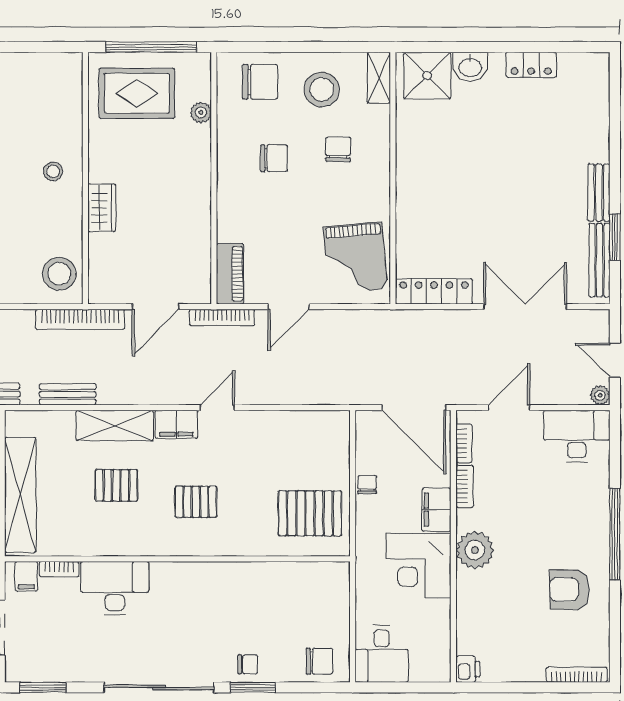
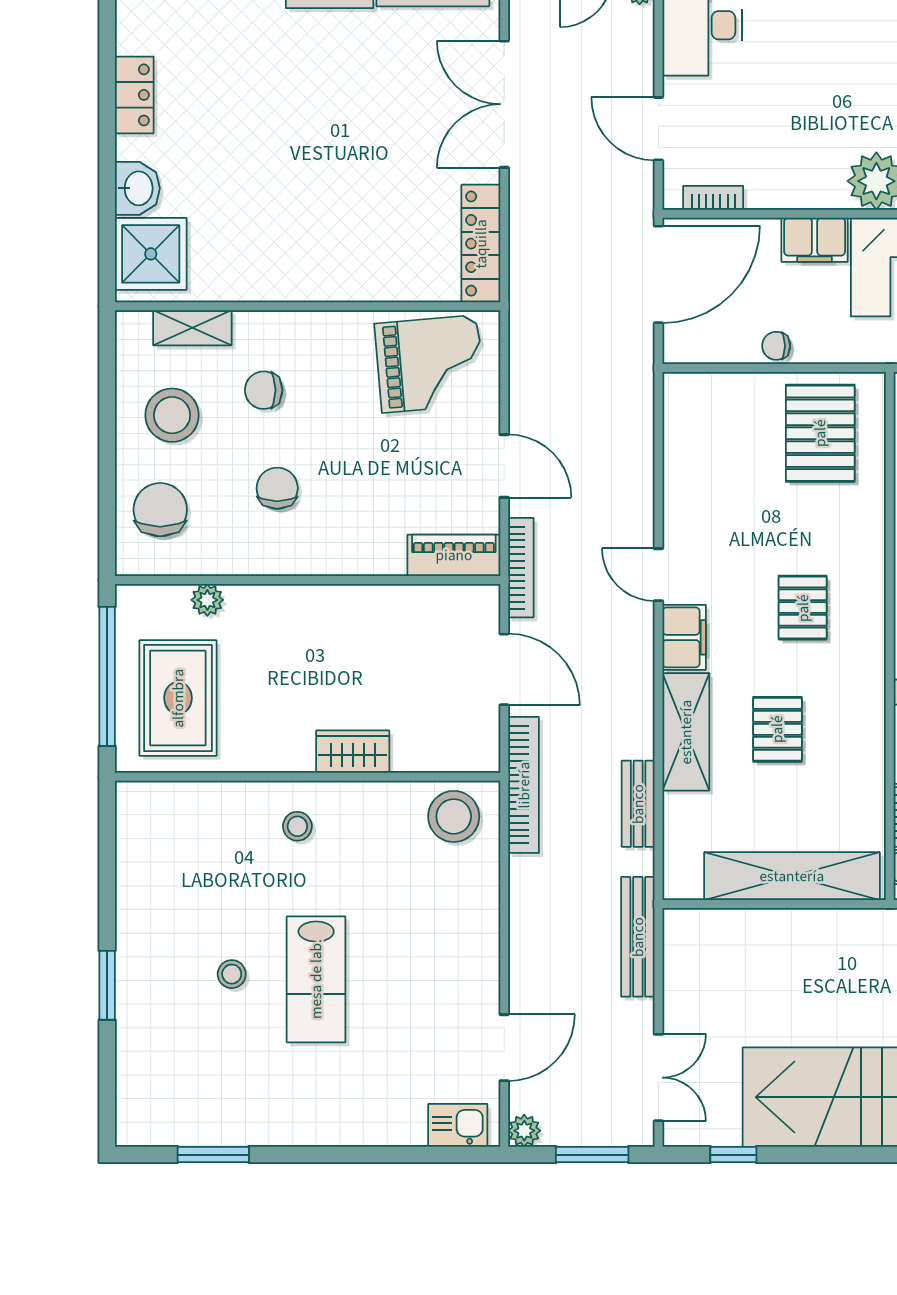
shelving: (379, 78) -> (192, 328), moved
bookcase: (465, 486) -> (779, 197), removed

